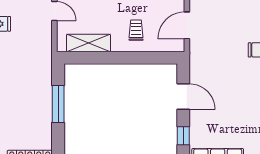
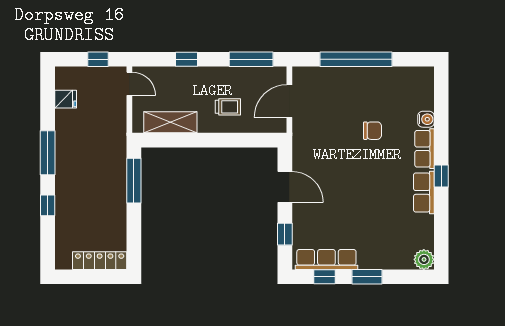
trolley: (136, 30) -> (228, 107), turned 90
window: (58, 104) -> (134, 181), moved

